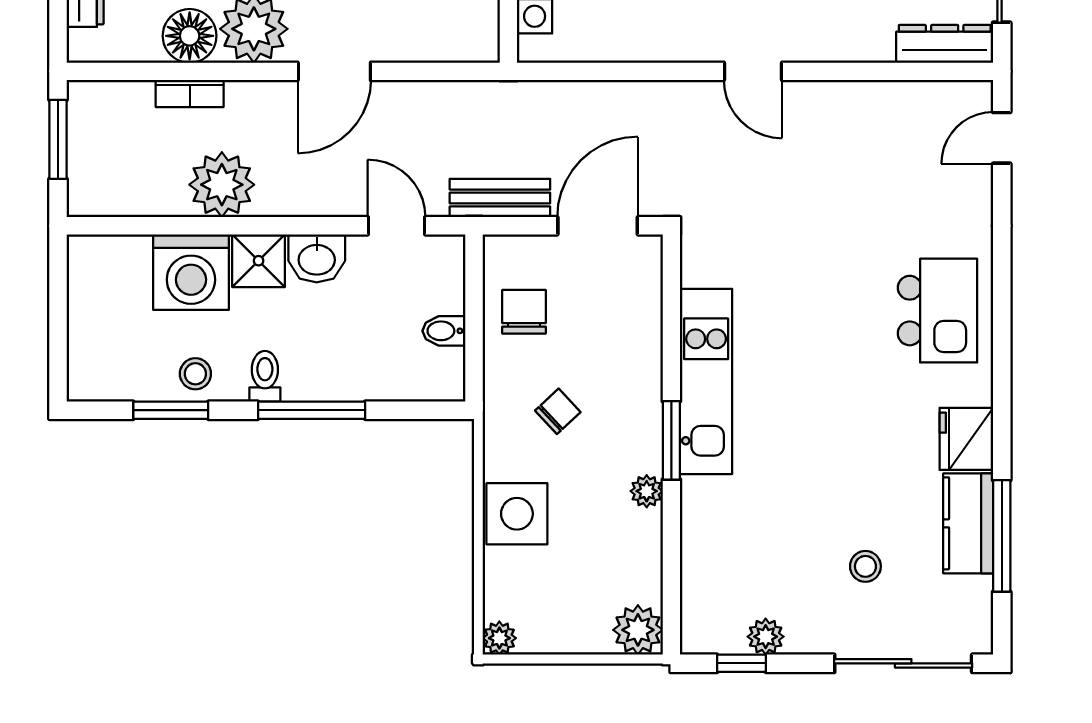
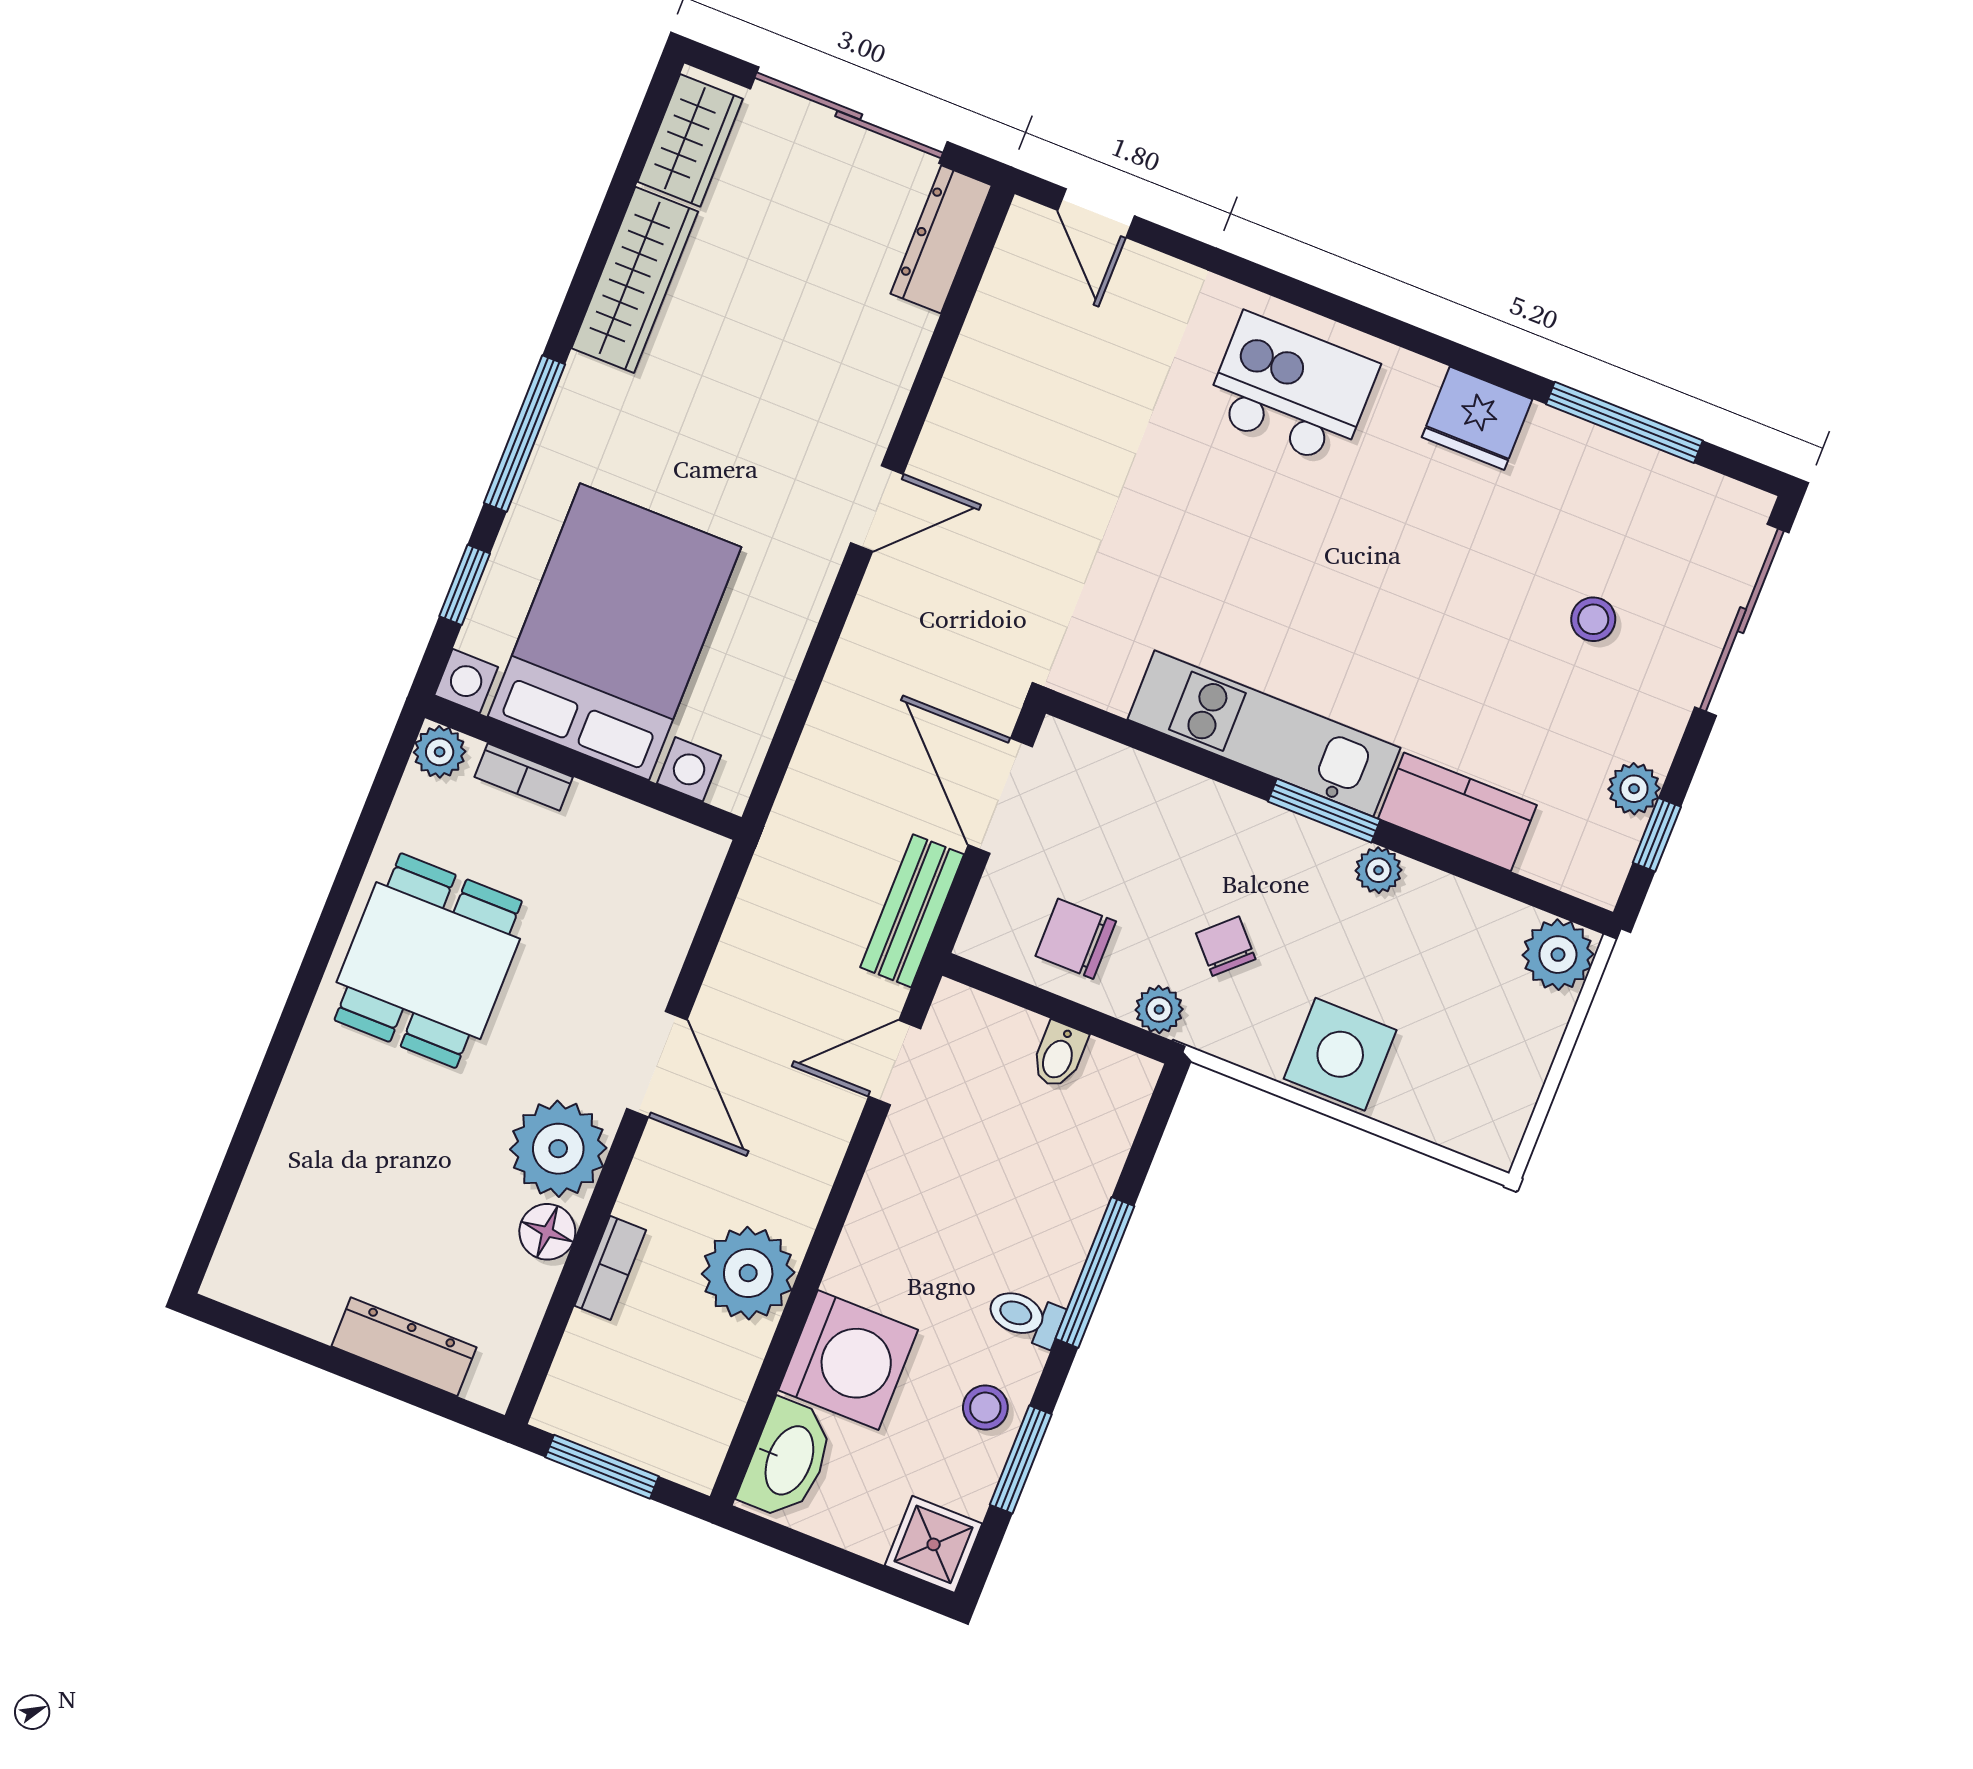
floor lamp: (190, 36) -> (547, 1232), width x0.73, depth x0.73
washbasin: (317, 258) -> (788, 1460), moved, width x1.38
shower: (259, 261) -> (934, 1544), moved
kitchen counter: (968, 523) -> (1457, 812), moved, turned 180
plant: (499, 638) -> (1159, 1010), moved

